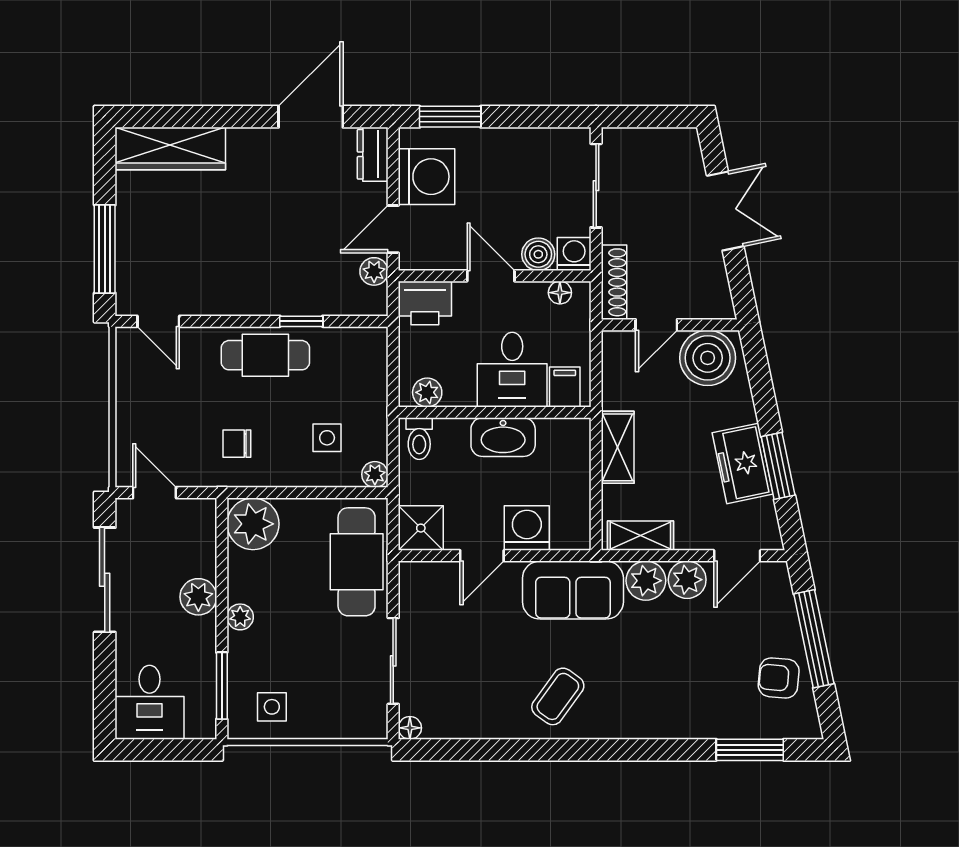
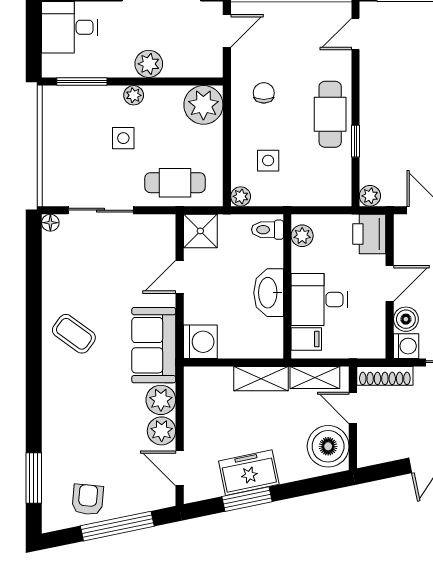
plant: (374, 271) -> (370, 196), moved
floor lamp: (560, 293) -> (377, 335), removed
washing machine: (527, 528) -> (200, 342), moved
shelving: (640, 536) -> (315, 378), moved, turned 90
door: (482, 556) -> (180, 277), hinge flipped
cafe table: (357, 562) -> (175, 183), width x0.73, depth x0.74
side table: (272, 707) -> (123, 138), moved

